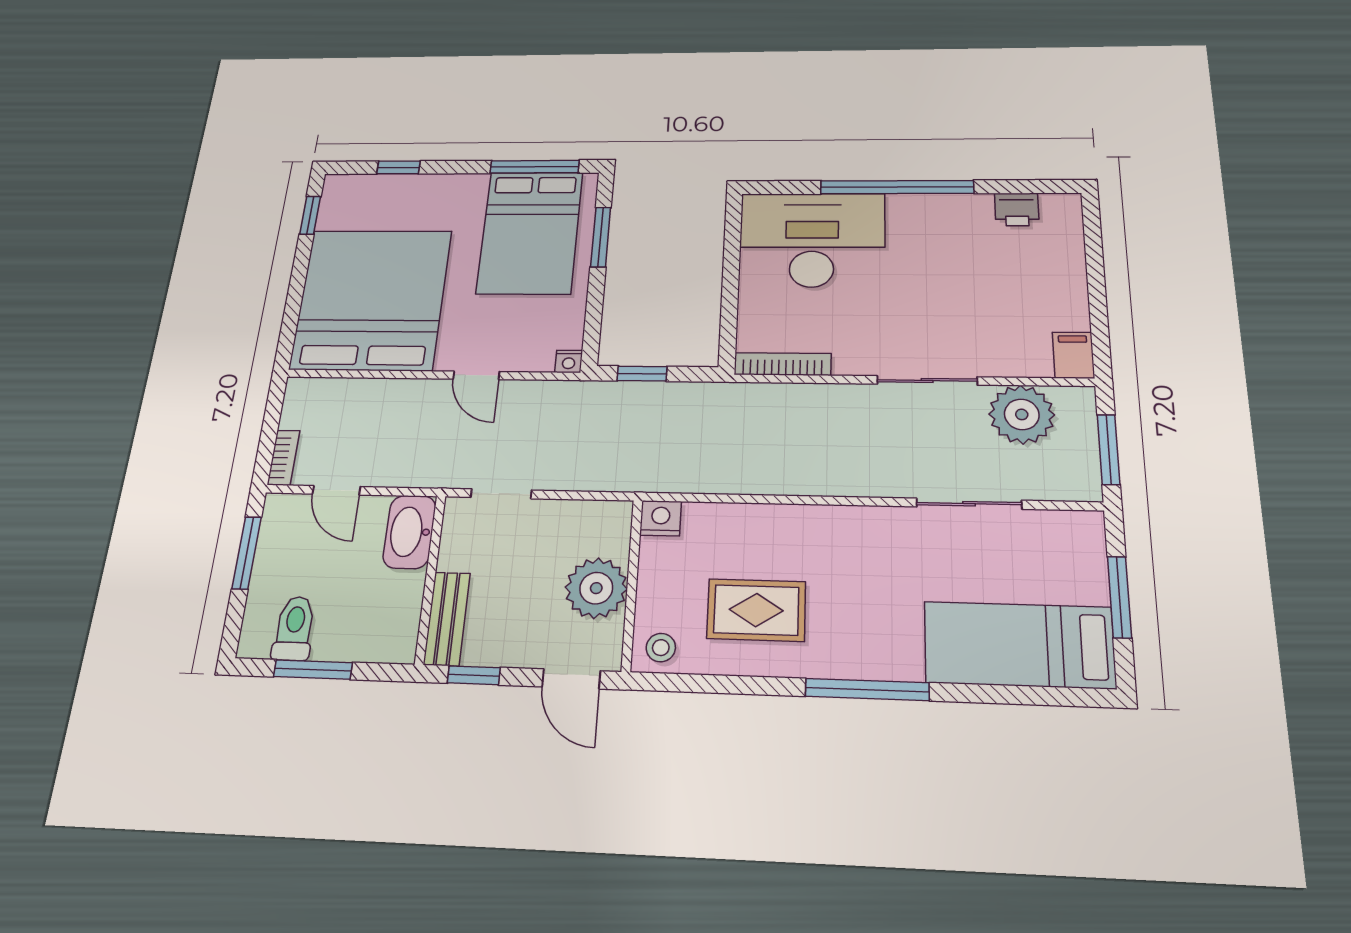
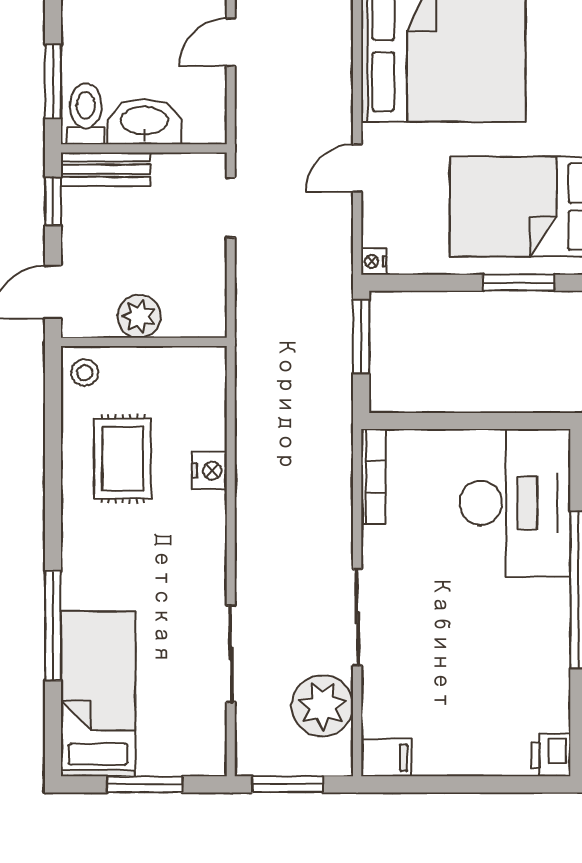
printer: (1017, 209) -> (551, 755), moved
window: (642, 374) -> (361, 337), width x1.50
nightstand: (661, 518) -> (209, 471), moved
washbasin: (409, 532) -> (145, 122), moved
plant: (596, 588) -> (139, 316), width x0.73, depth x0.73
toilet: (294, 628) -> (86, 114), moved, turned -90
window: (313, 670) -> (53, 82), moved
window: (867, 690) -> (53, 626), moved

